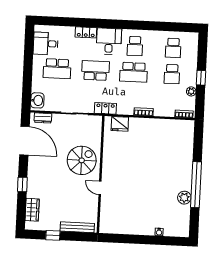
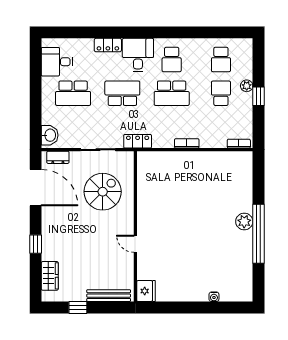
school desk: (172, 74) -> (221, 93), turned 180
plant: (191, 91) -> (247, 86), moved
fridge: (120, 124) -> (146, 291), moved, turned -90
spiral stairs: (82, 160) -> (103, 192), moved
plant: (184, 198) -> (244, 222), moved

